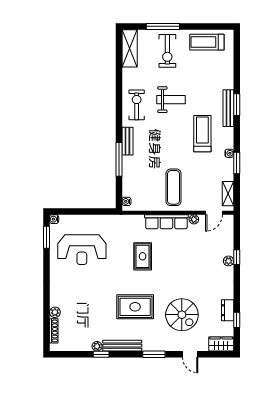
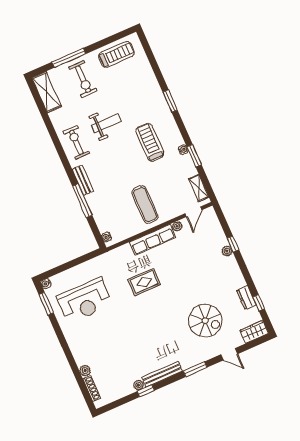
treadmill: (207, 42) -> (116, 55), turned 180
bench: (228, 108) -> (164, 108), removed
rug: (143, 256) -> (144, 282), turned 90
rug: (135, 307) -> (158, 332), removed

